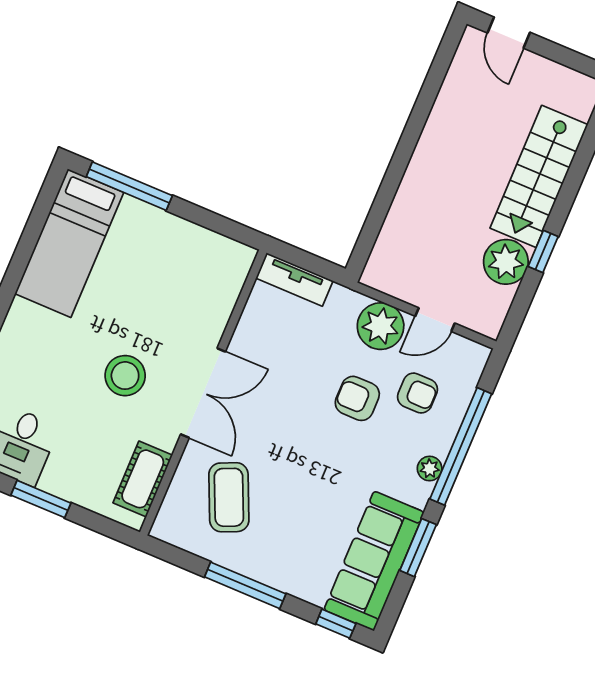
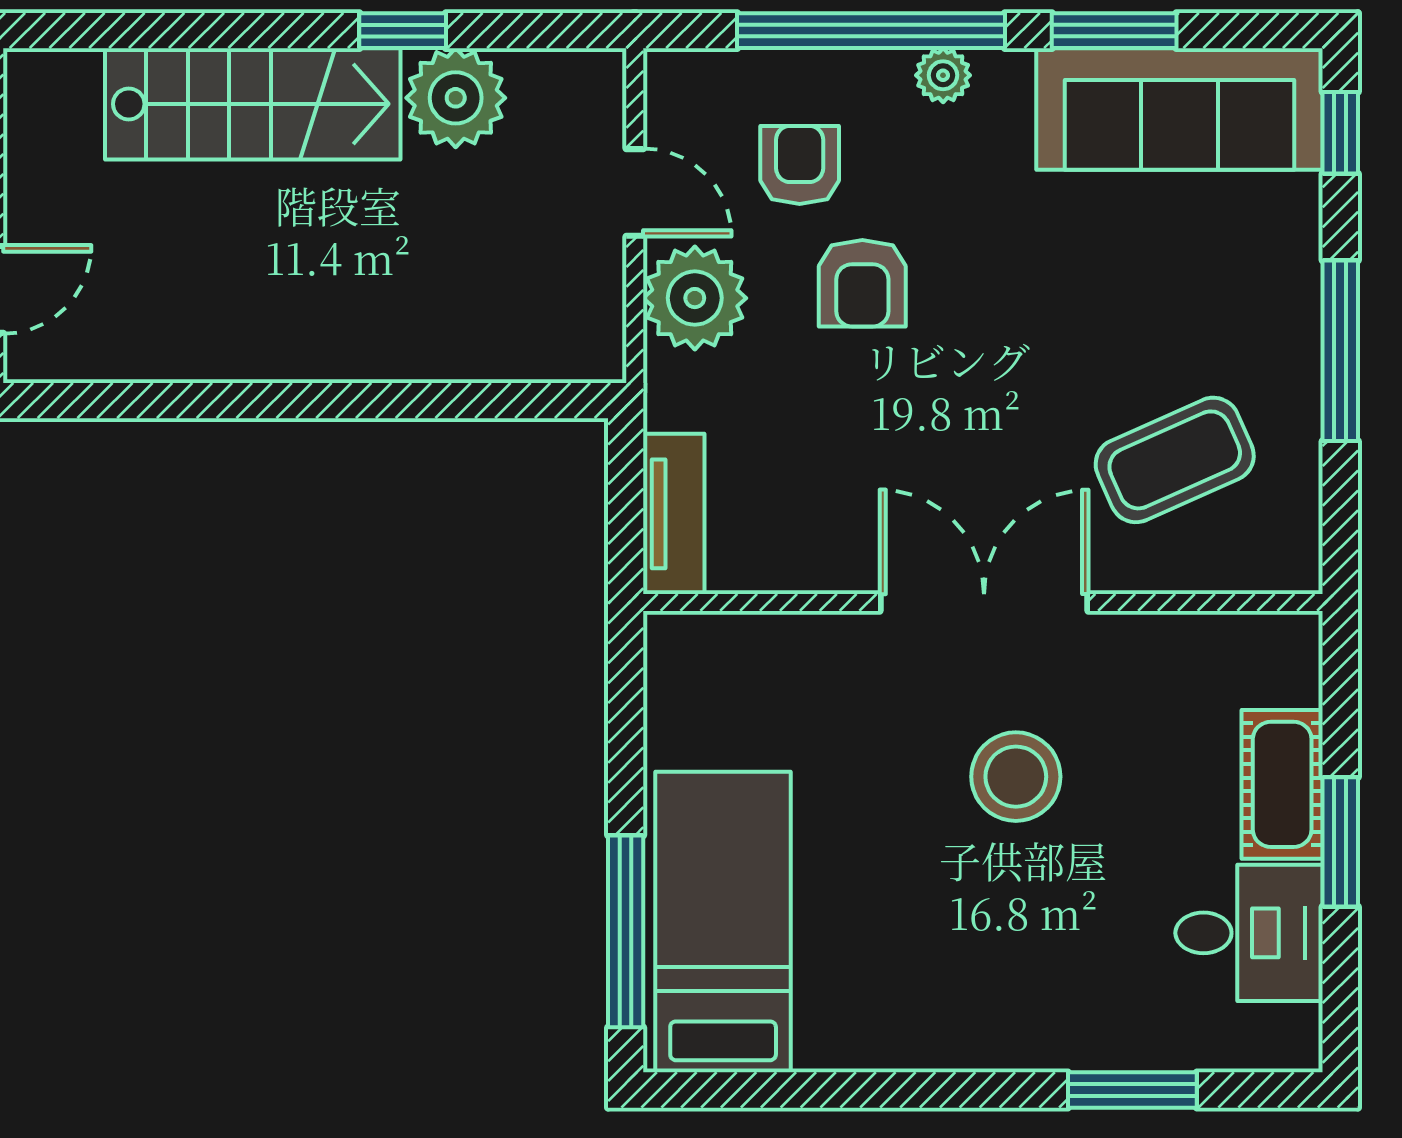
bed: (69, 243) -> (723, 922), moved, turned -90
cot: (143, 479) -> (1282, 784), moved, turned 90

